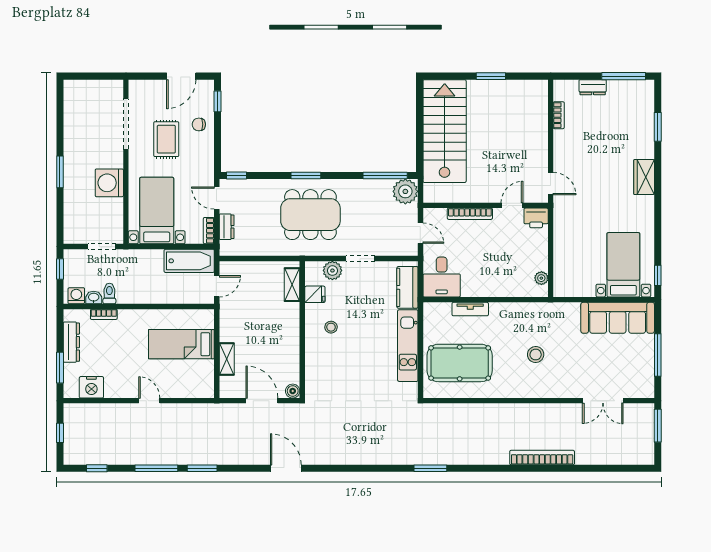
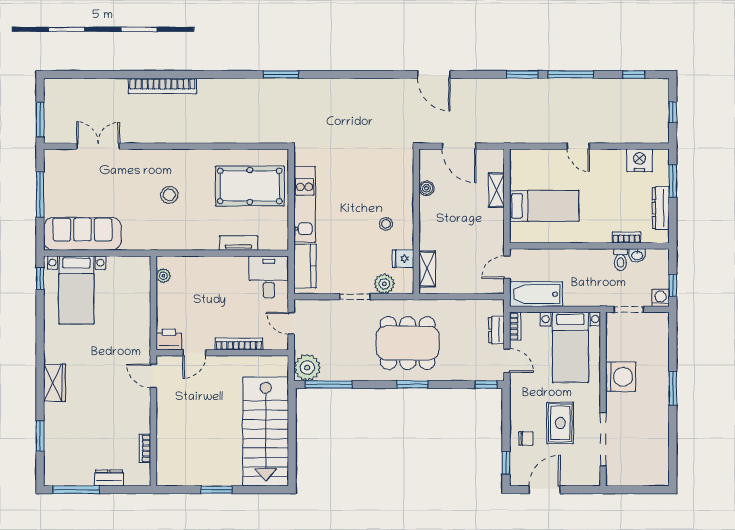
washing machine: (76, 296) -> (661, 298), moved, turned 180
boiler: (293, 391) -> (426, 188), moved

